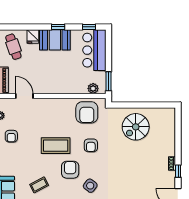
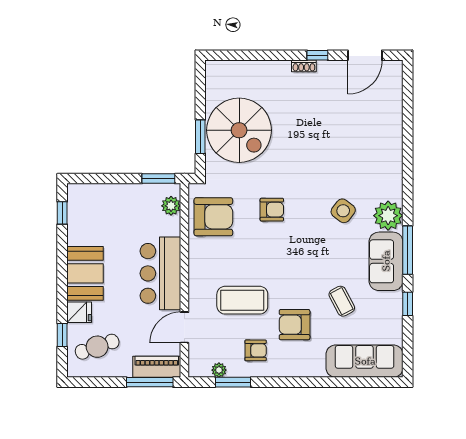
window: (58, 27) -> (62, 335), moved
bar counter: (94, 50) -> (160, 273), moved, turned 90
window: (132, 105) -> (200, 137), added
spiral stairs: (136, 127) -> (239, 130), width x1.37, depth x1.37
coffee table: (56, 146) -> (242, 300), moved, turned 90
armchair: (70, 170) -> (295, 325), moved

